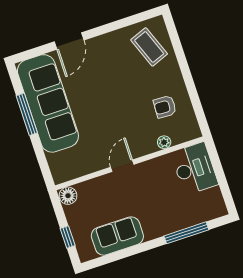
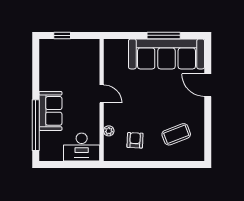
coffee table: (149, 47) -> (176, 134), moved
floor lamp: (68, 196) -> (93, 46), removed
window: (186, 233) -> (36, 125), width x1.46
sofa: (117, 236) -> (50, 111), moved

